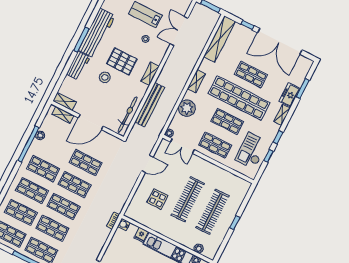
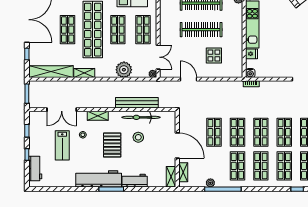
shelving: (150, 74) -> (98, 116), moved
stool: (105, 77) -> (138, 137), moved
shelving: (196, 81) -> (84, 73), moved
bicycle: (128, 115) -> (141, 117), moved

